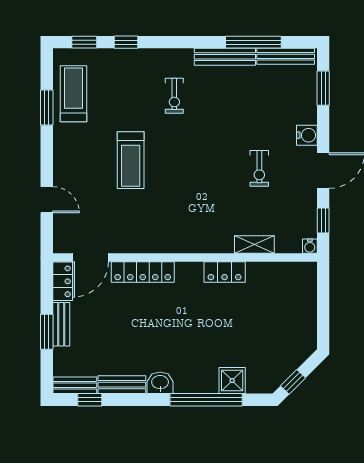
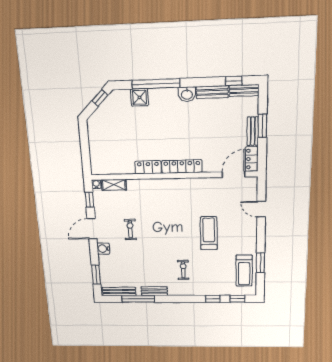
bench: (225, 57) -> (154, 291), width x0.73
shelving: (254, 245) -> (114, 185), moved
locker: (143, 272) -> (182, 167), moved

